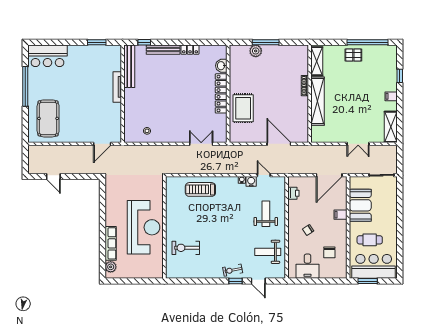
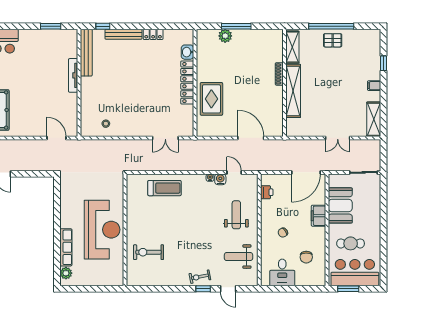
window: (368, 42) -> (331, 26), moved
door: (102, 144) -> (57, 138), swing flipped
double door: (201, 144) -> (165, 138), swing flipped
treadmill: (200, 189) -> (165, 188), turned 180
filing cabinet: (341, 215) -> (318, 216), width x2.00

